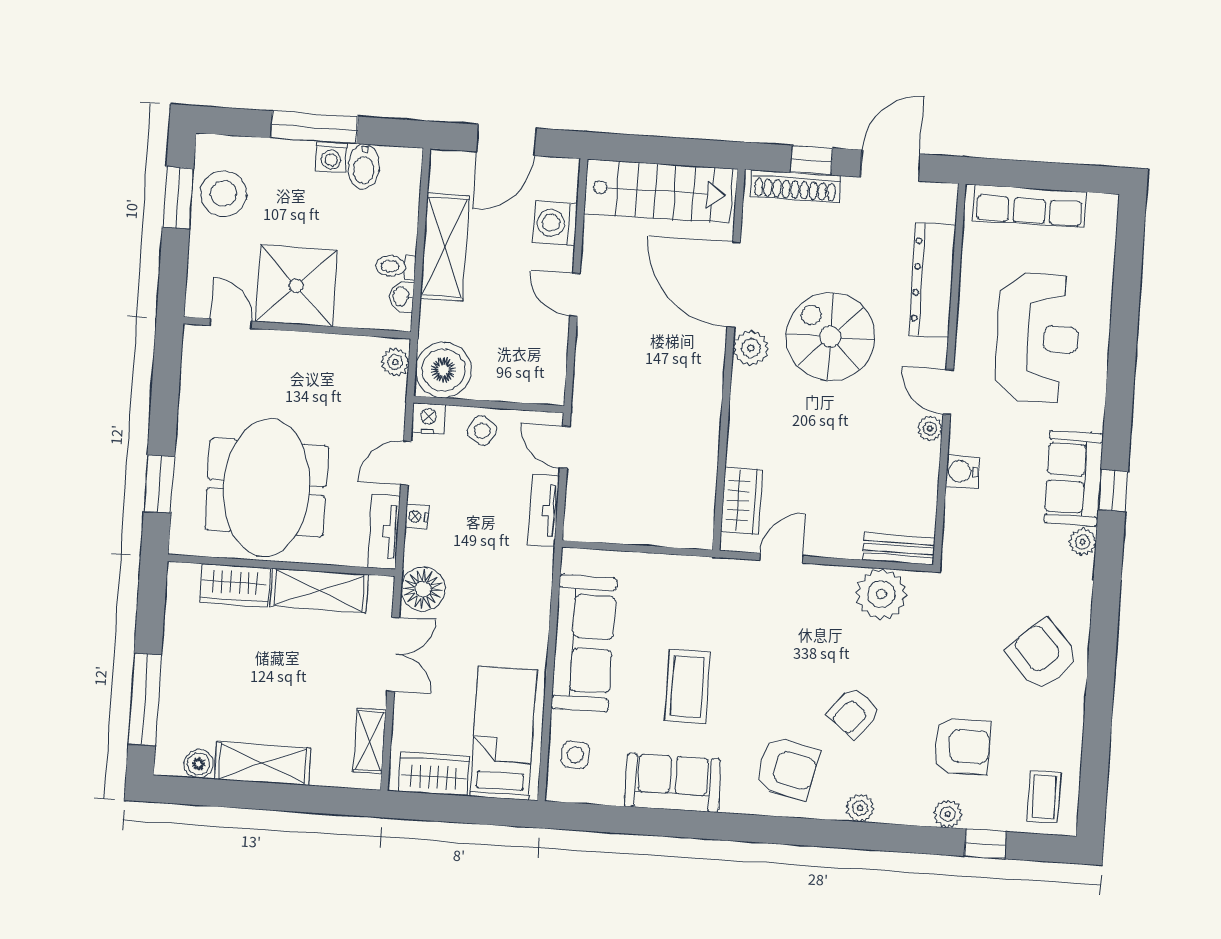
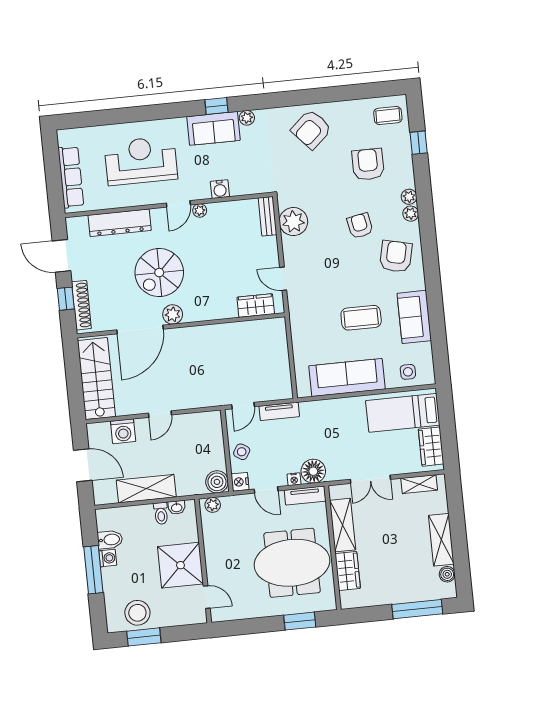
door: (231, 323) -> (207, 597), swing flipped
boiler: (443, 370) -> (217, 482), width x0.73, depth x0.73
floor lamp: (423, 589) -> (313, 471), moved
double door: (393, 654) -> (370, 479), swing flipped
armchair: (854, 713) -> (360, 226), turned -141
plant: (948, 814) -> (409, 197), moved

